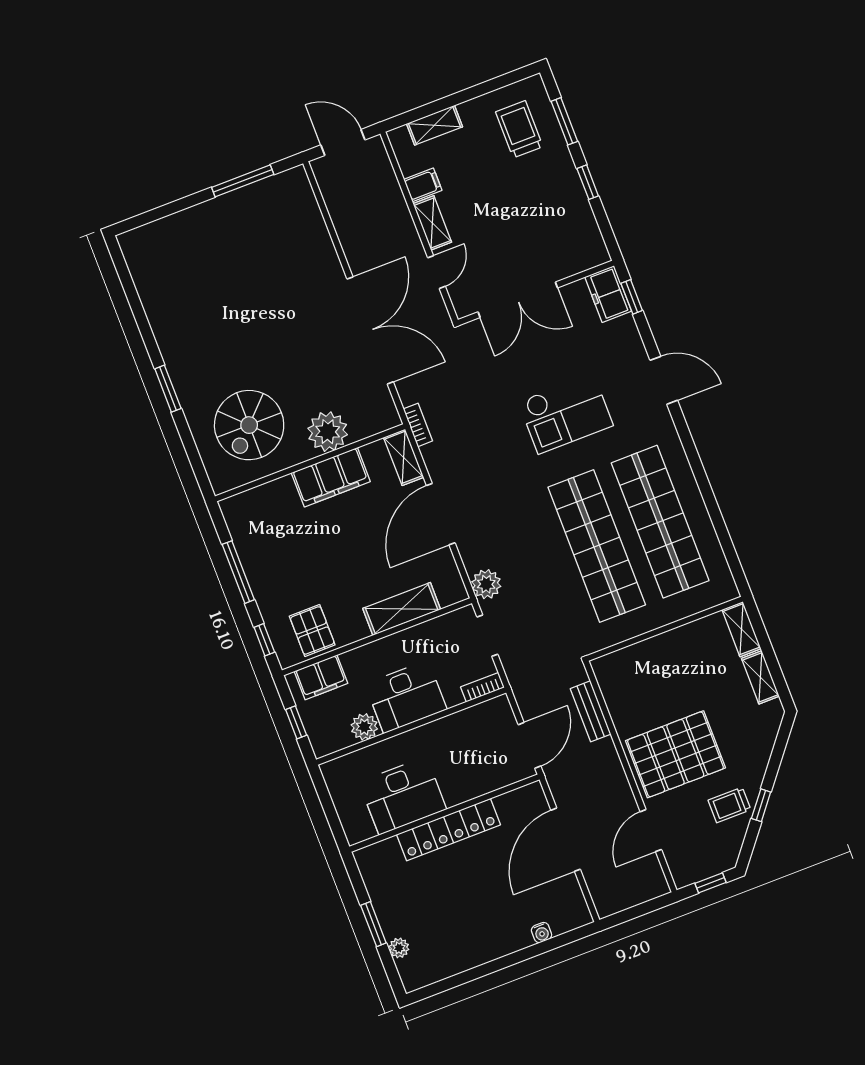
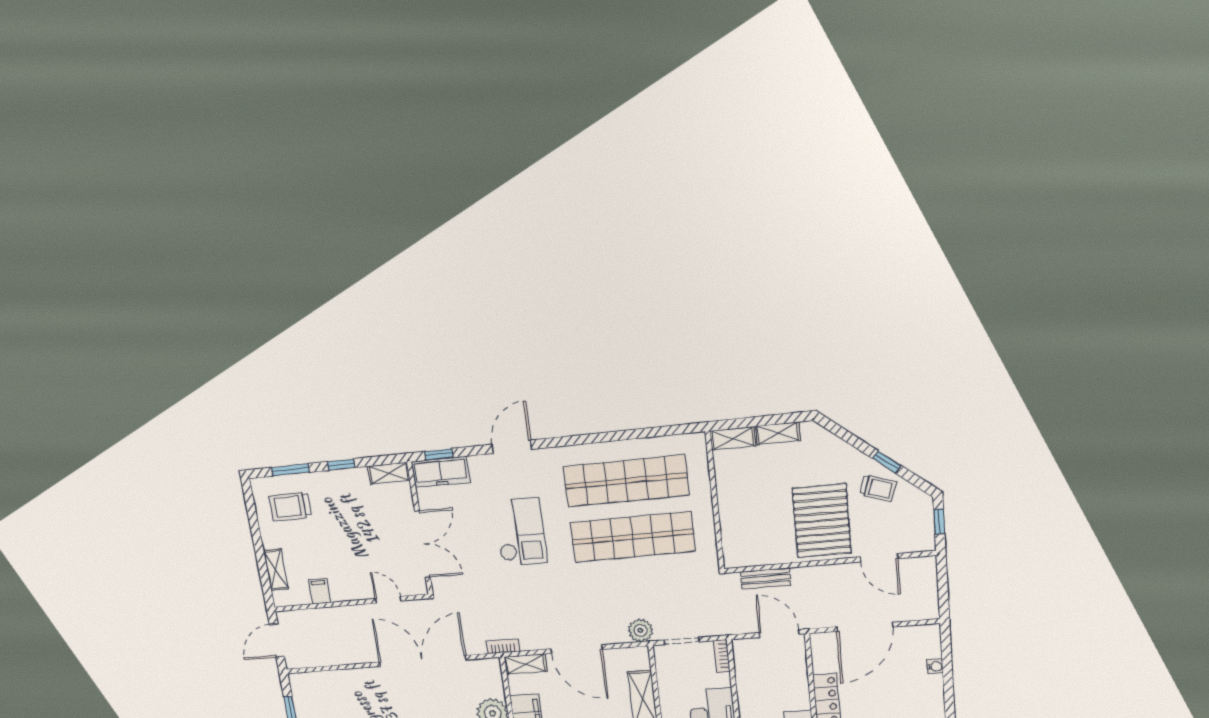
shelving: (432, 223) -> (389, 473), moved
freezer: (608, 294) -> (441, 472), width x1.40
trolley: (729, 805) -> (878, 488), turned -72
door: (566, 840) -> (865, 627), hinge flipped

